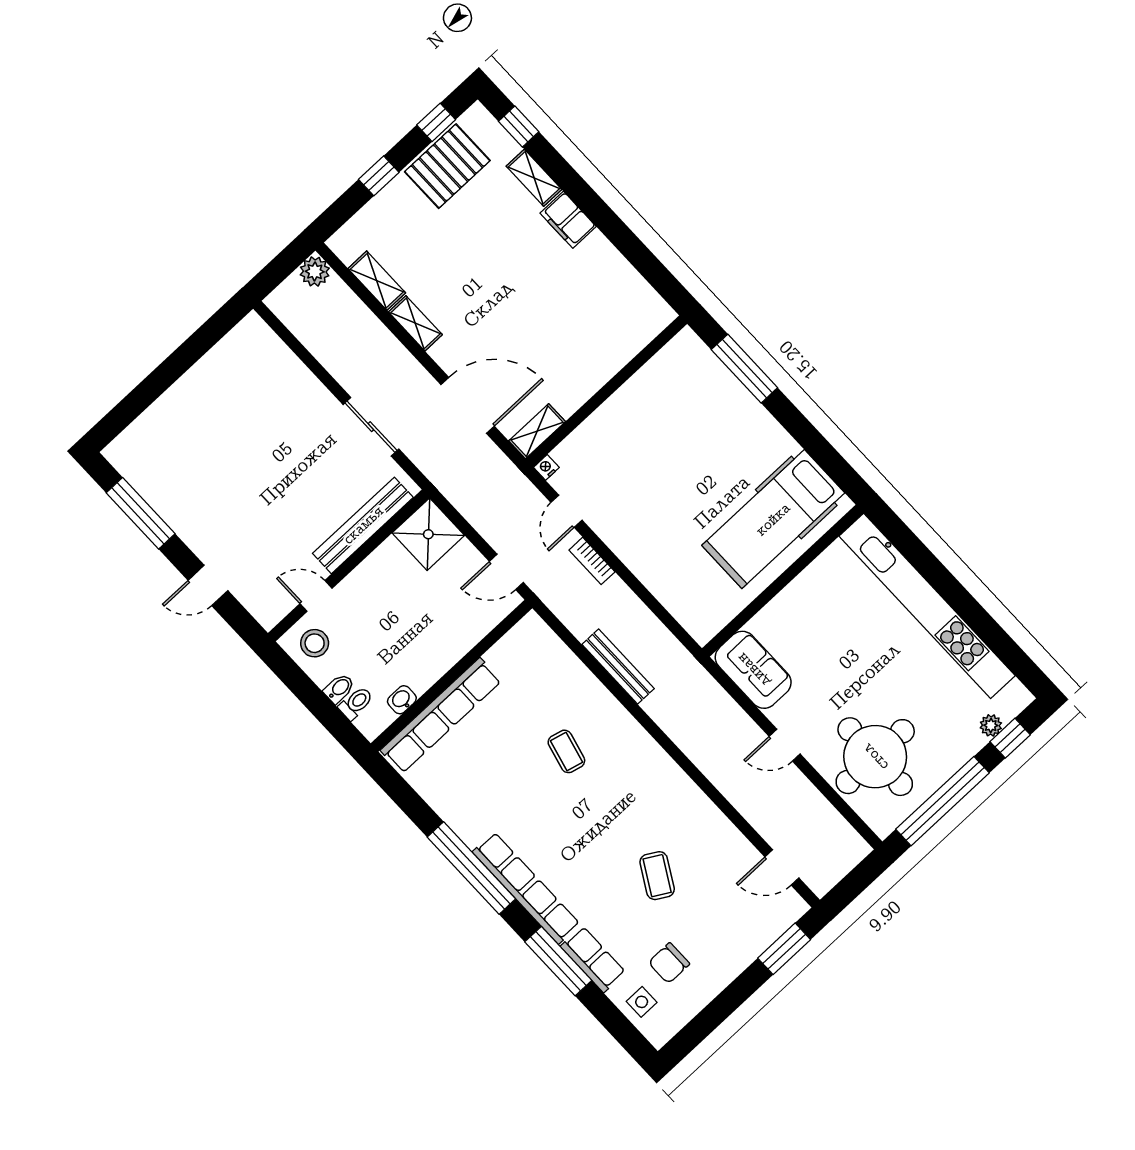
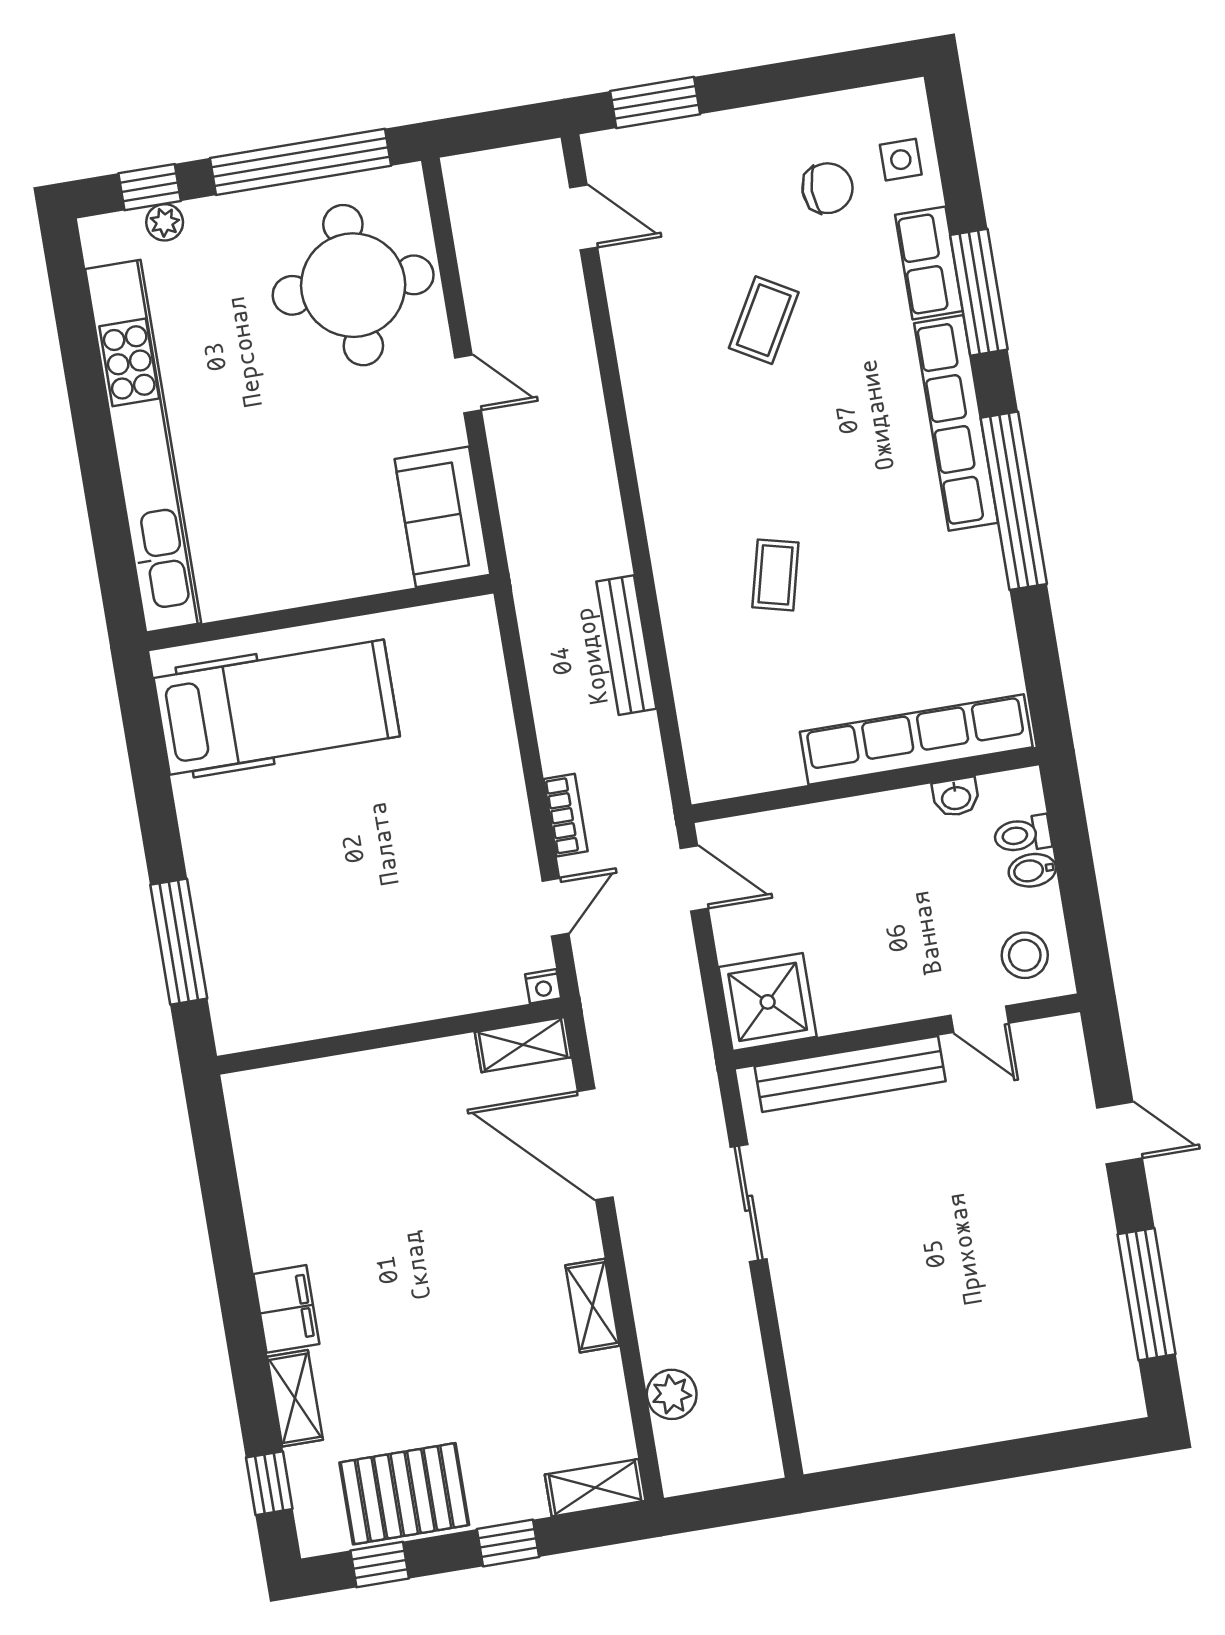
plant: (315, 272) -> (672, 1394), moved
shelving: (377, 281) -> (595, 1488), moved, turned 90

